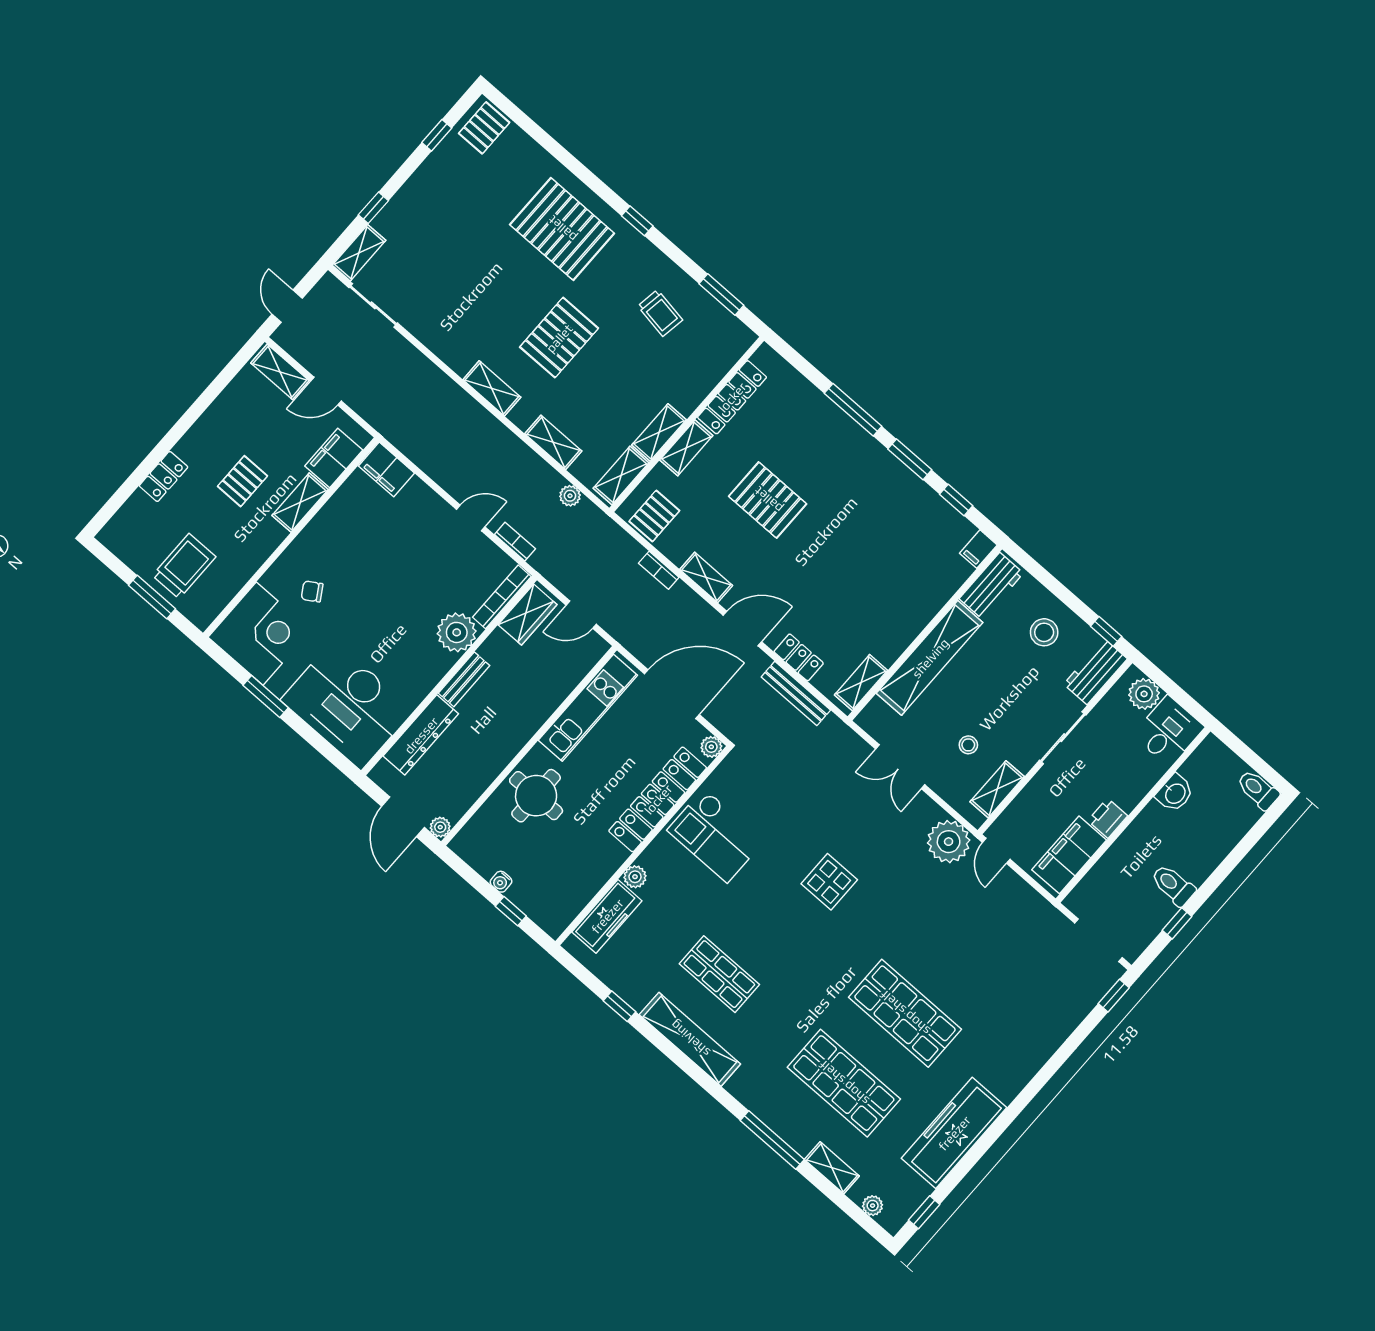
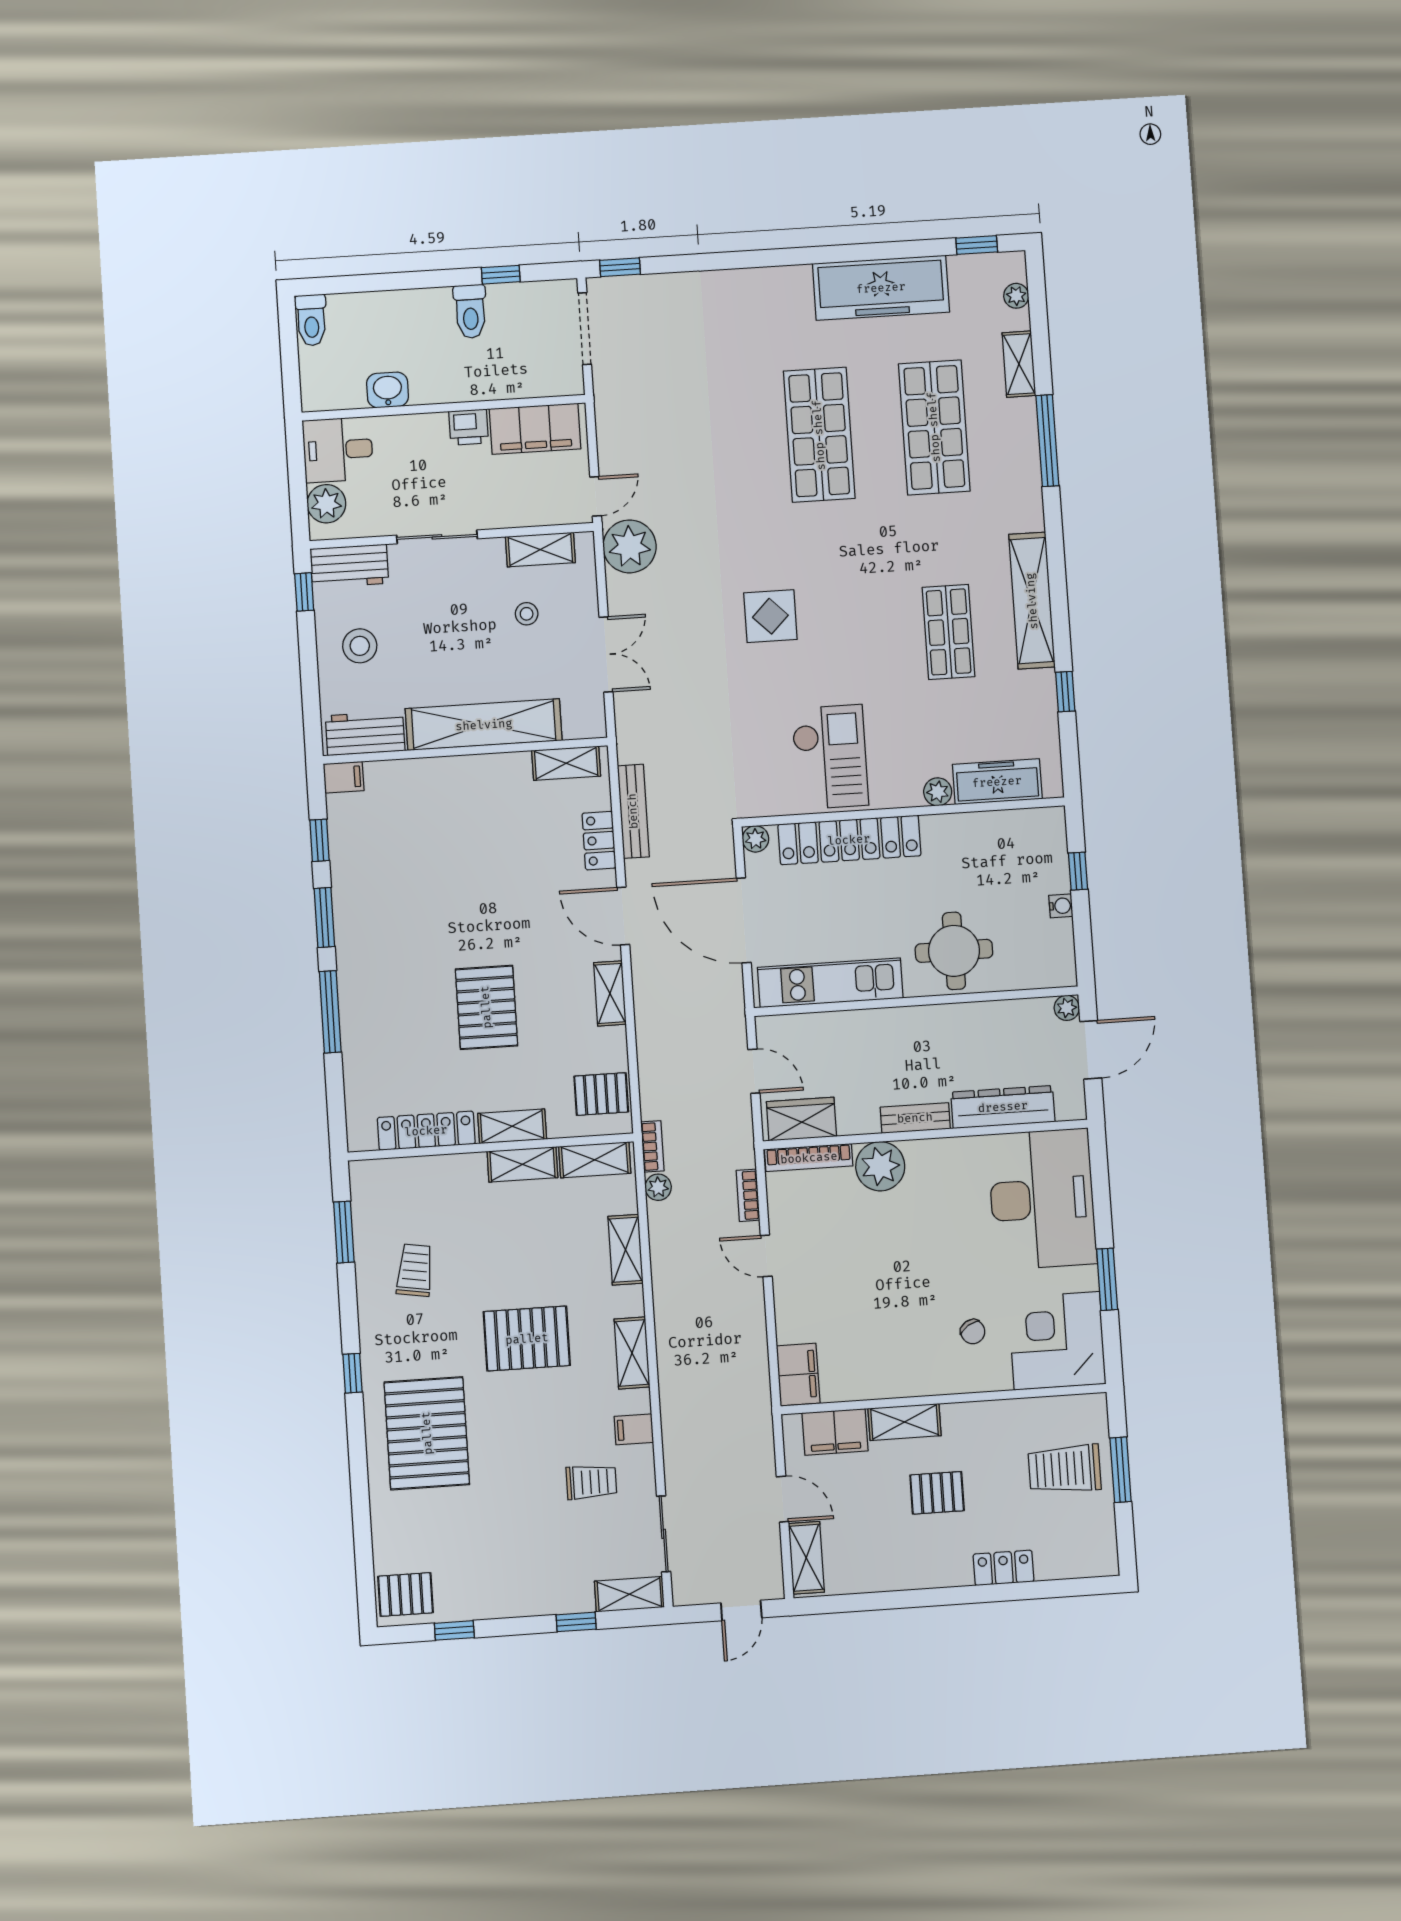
trolley: (443, 294) -> (591, 1482), added
filing cabinet: (448, 347) -> (634, 1429), added
bookcase: (659, 570) -> (652, 1146), moved

